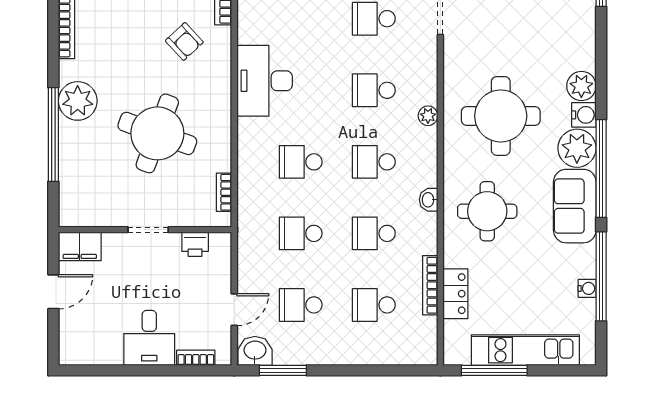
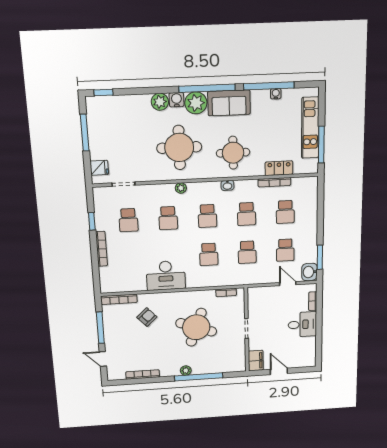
plant: (78, 101) -> (186, 371), width x0.53, depth x0.53
printer: (195, 244) -> (254, 305), removed

